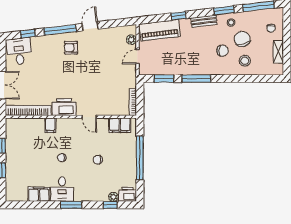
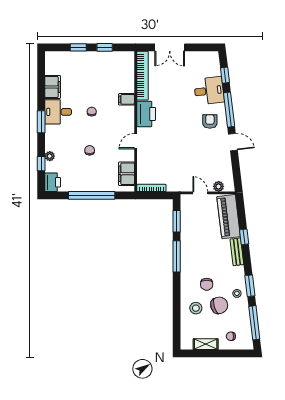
bench: (204, 21) -> (237, 252), moved
desk: (19, 51) -> (209, 91), moved
plant: (113, 197) -> (50, 156), moved

